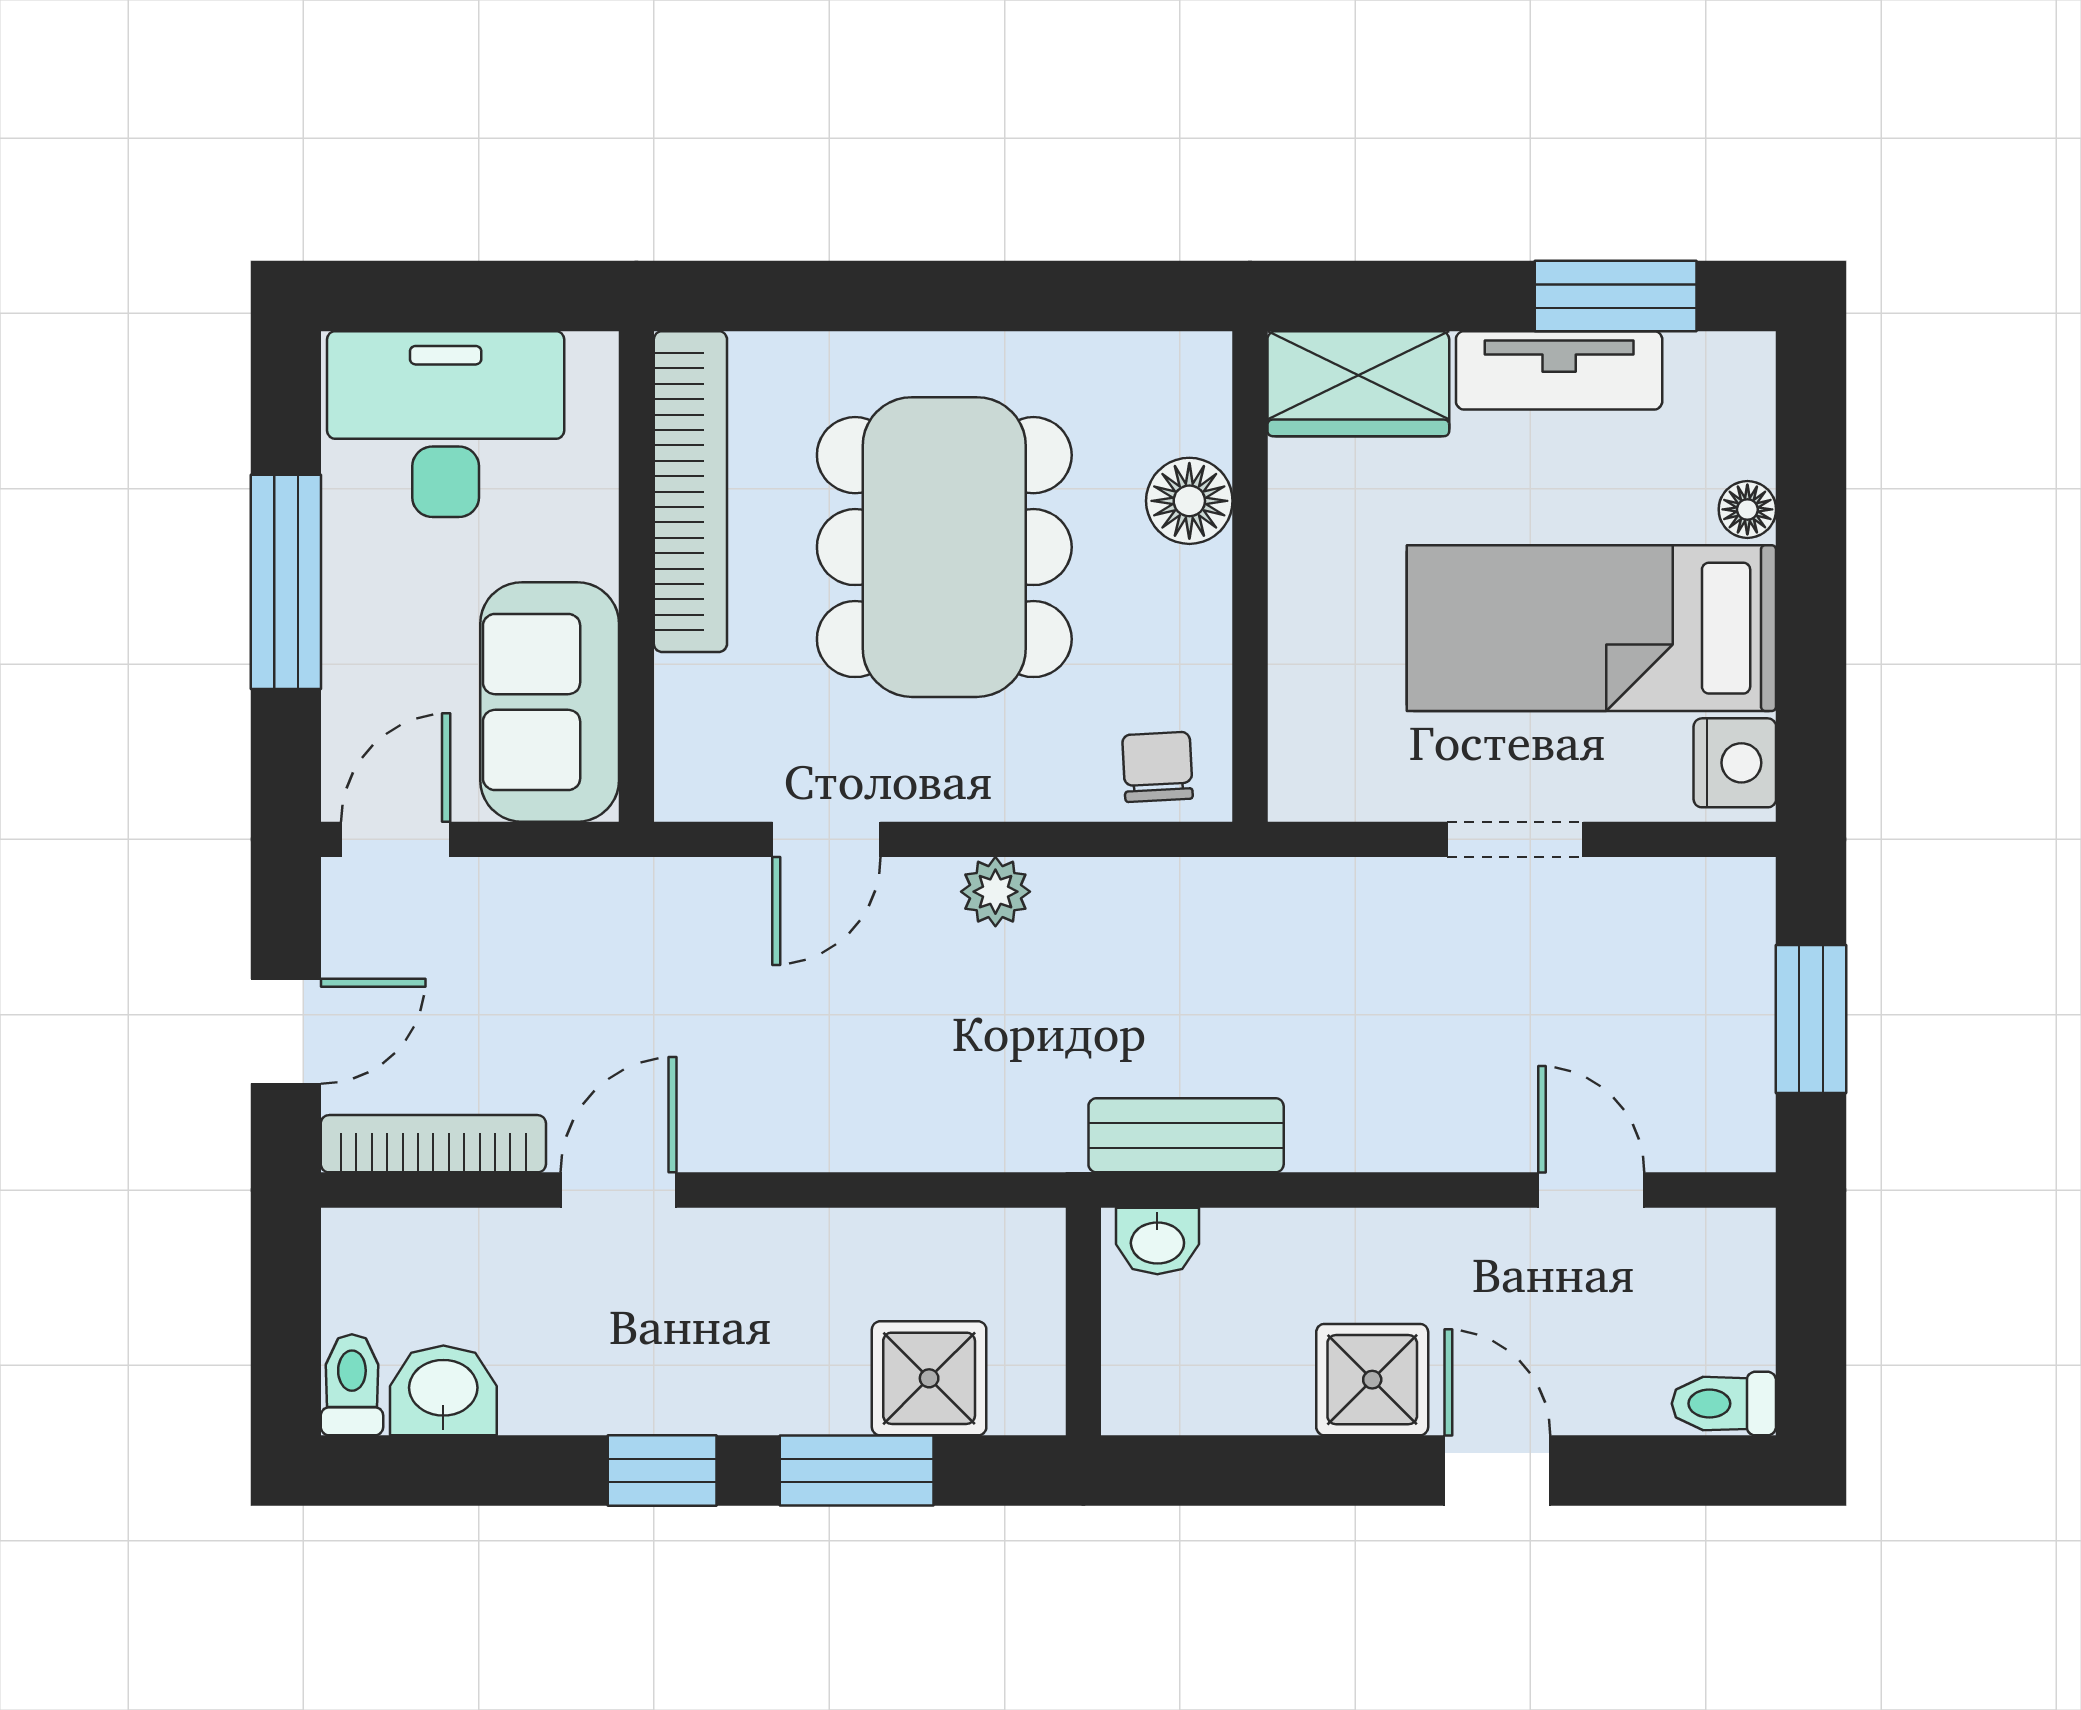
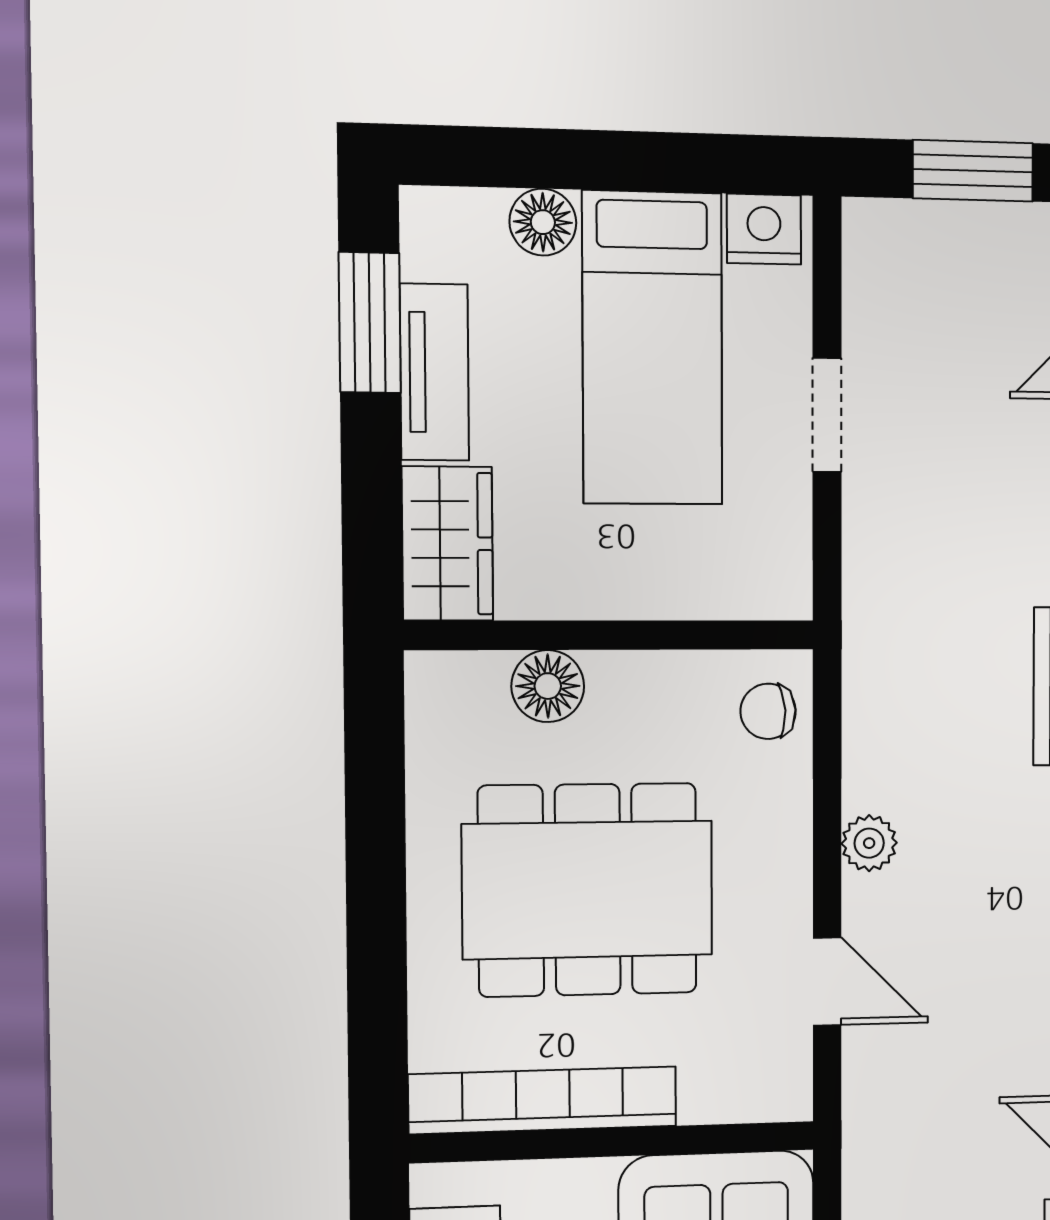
floor lamp: (1747, 509) -> (543, 222), width x1.37, depth x1.37

